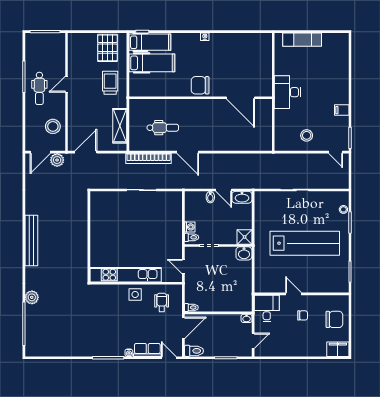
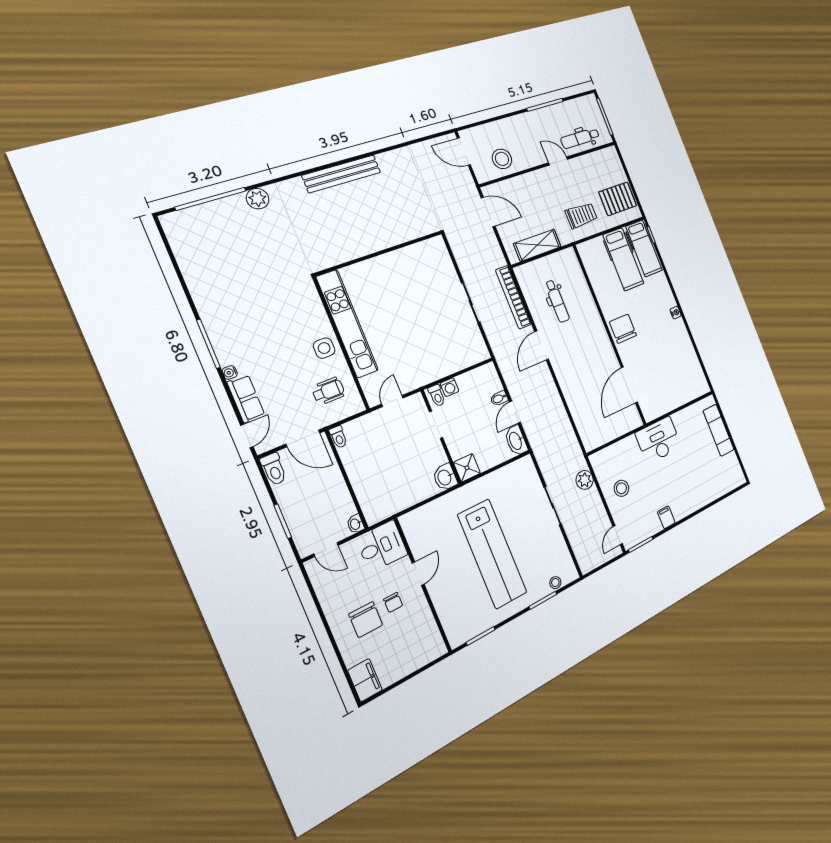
dental chair: (39, 88) -> (580, 138), moved
plant: (57, 160) -> (585, 480), moved
chair: (334, 319) -> (366, 620), moved

